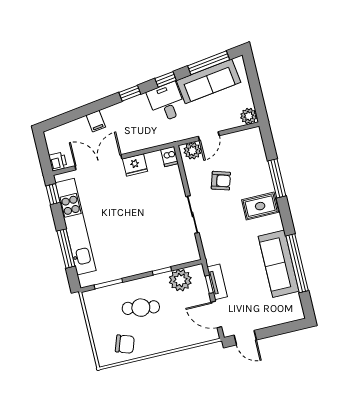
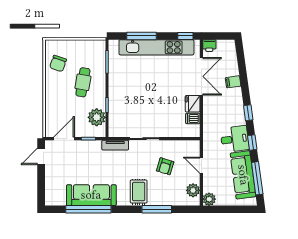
plant: (192, 151) -> (193, 190), moved
dishwasher: (170, 157) -> (193, 119), moved
tv unit: (217, 282) -> (115, 145), moved

